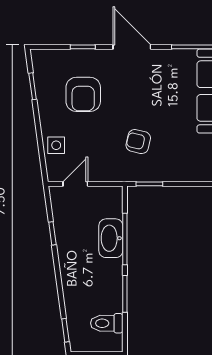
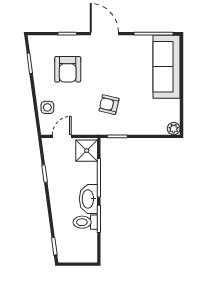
shower: (109, 203) -> (87, 151), added
washbasin: (111, 238) -> (88, 199), moved
toilet: (107, 323) -> (85, 222), moved

